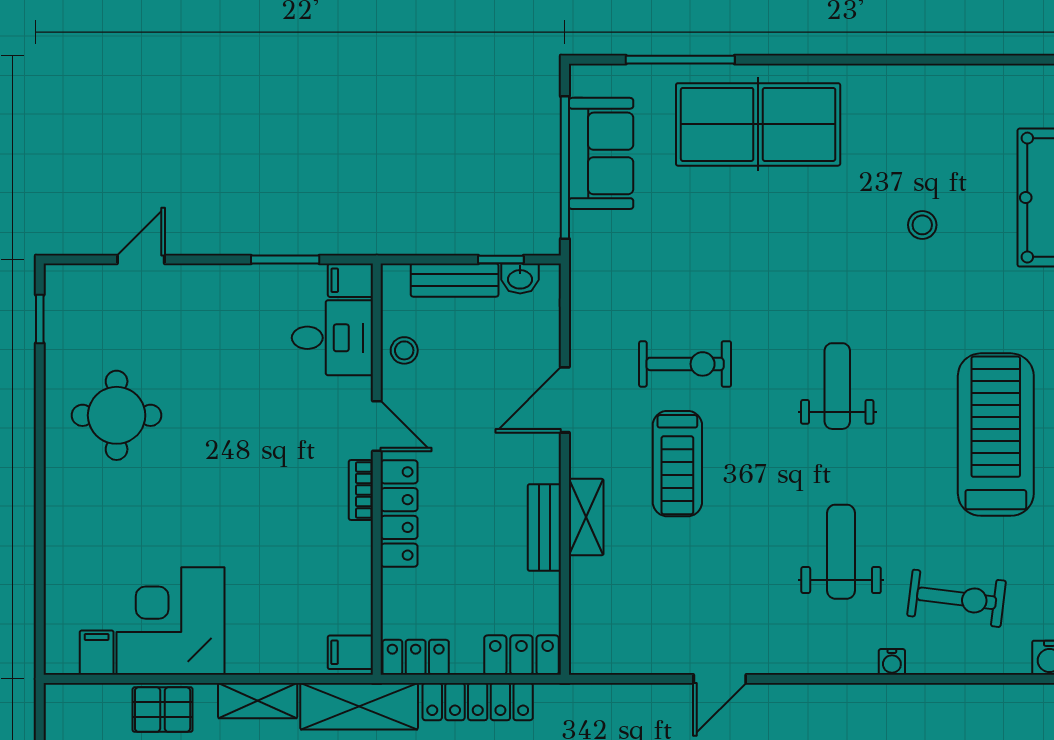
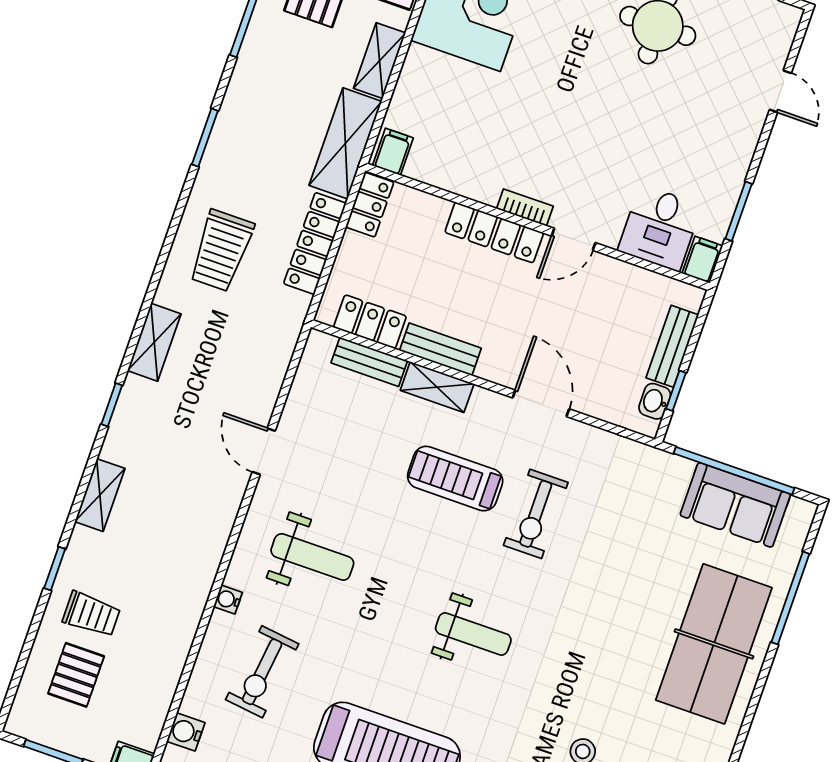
stool: (404, 350) -> (628, 284), removed
weight bench: (841, 552) -> (312, 557), moved
bench: (584, 599) -> (369, 362), added
locker: (521, 655) -> (370, 322), moved, turned -90

